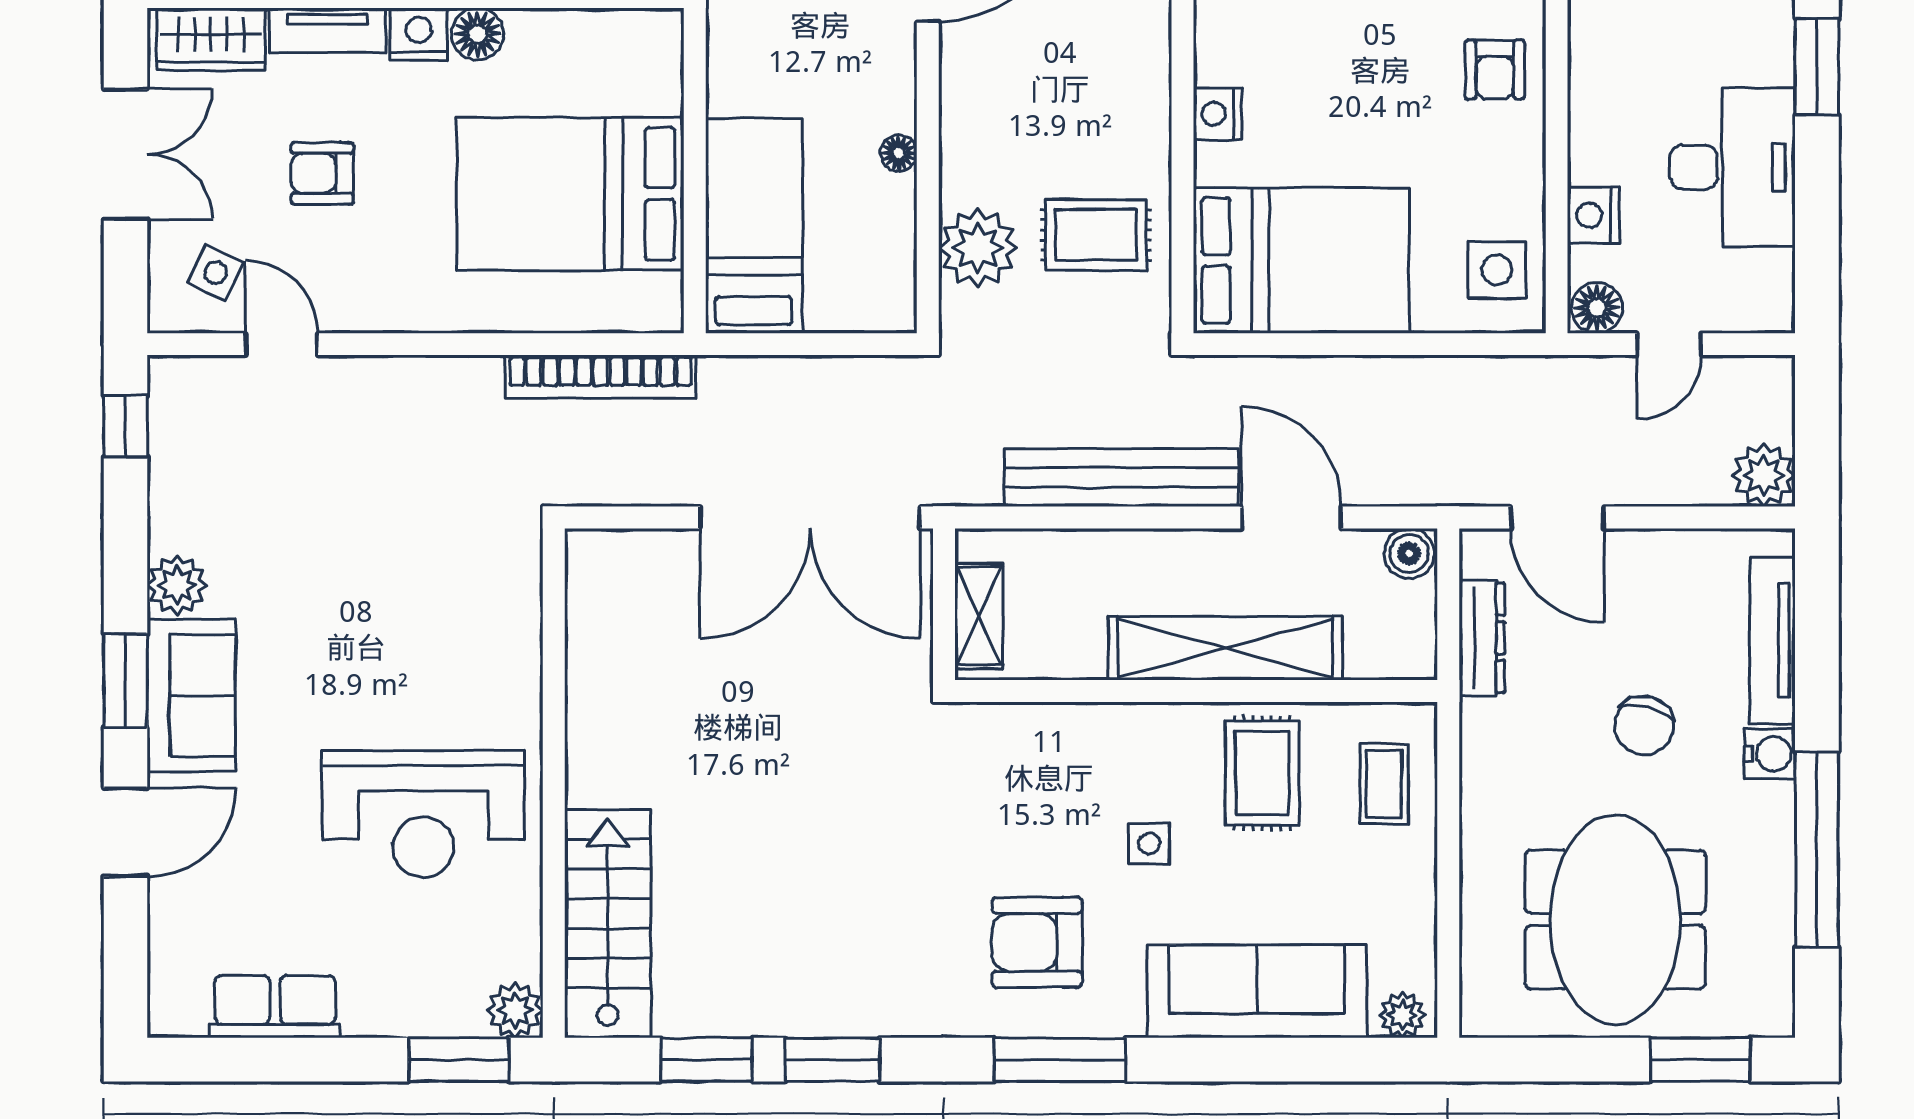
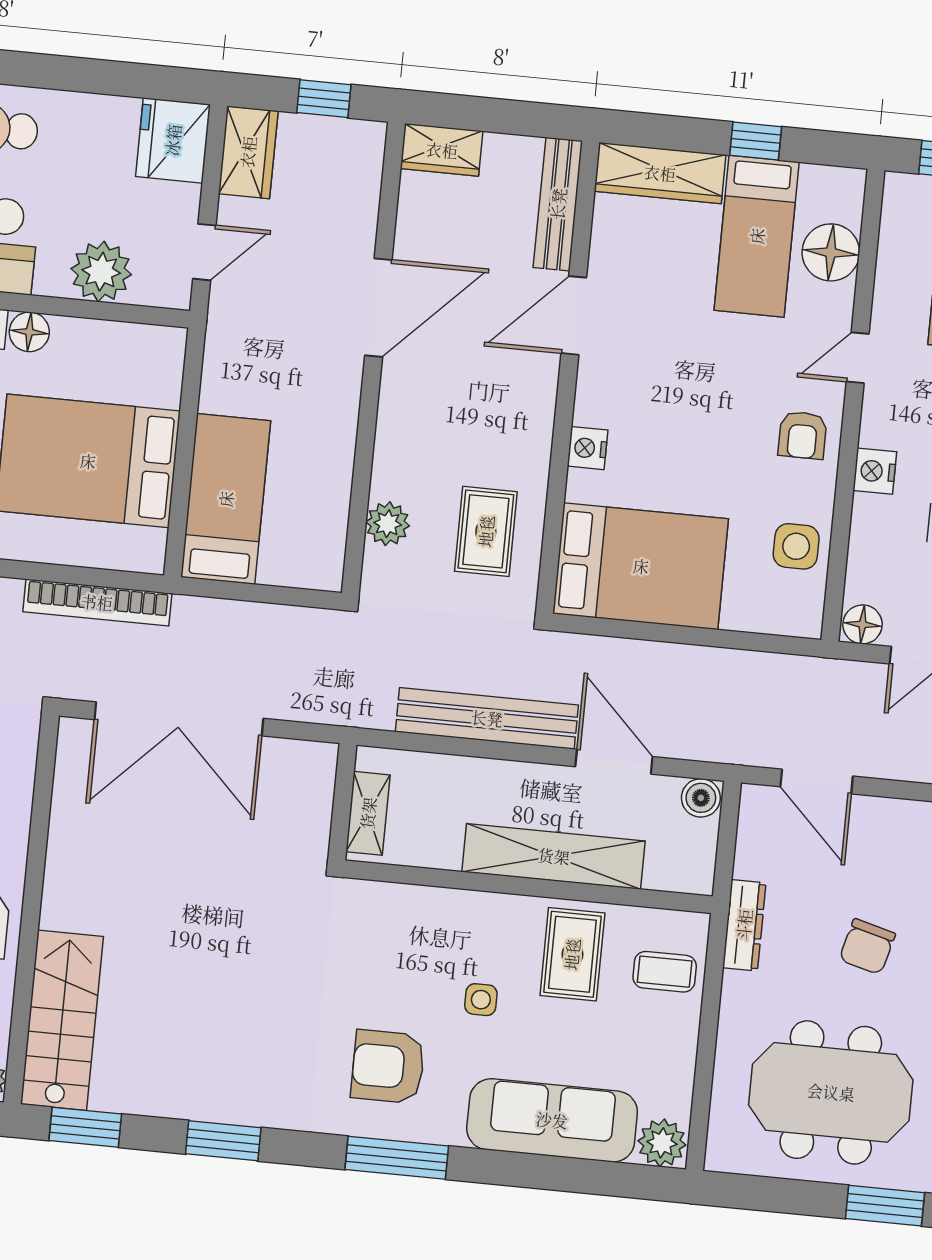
floor lamp: (899, 153) -> (342, 454), removed
nightstand: (1593, 215) -> (875, 471), moved
rug: (1096, 235) -> (486, 531), turned 90
plant: (978, 248) -> (388, 524), width x0.73, depth x0.73
side table: (1497, 270) -> (796, 546), moved
double door: (810, 518) -> (179, 719), moved
dresser: (1482, 638) -> (744, 925), moved
coffee table: (1384, 784) -> (665, 972), turned 90
meeting table: (1615, 920) -> (831, 1092), turned 90
plant: (1402, 1015) -> (662, 1143), width x1.38, depth x1.38
window: (706, 1060) -> (85, 1127), moved

